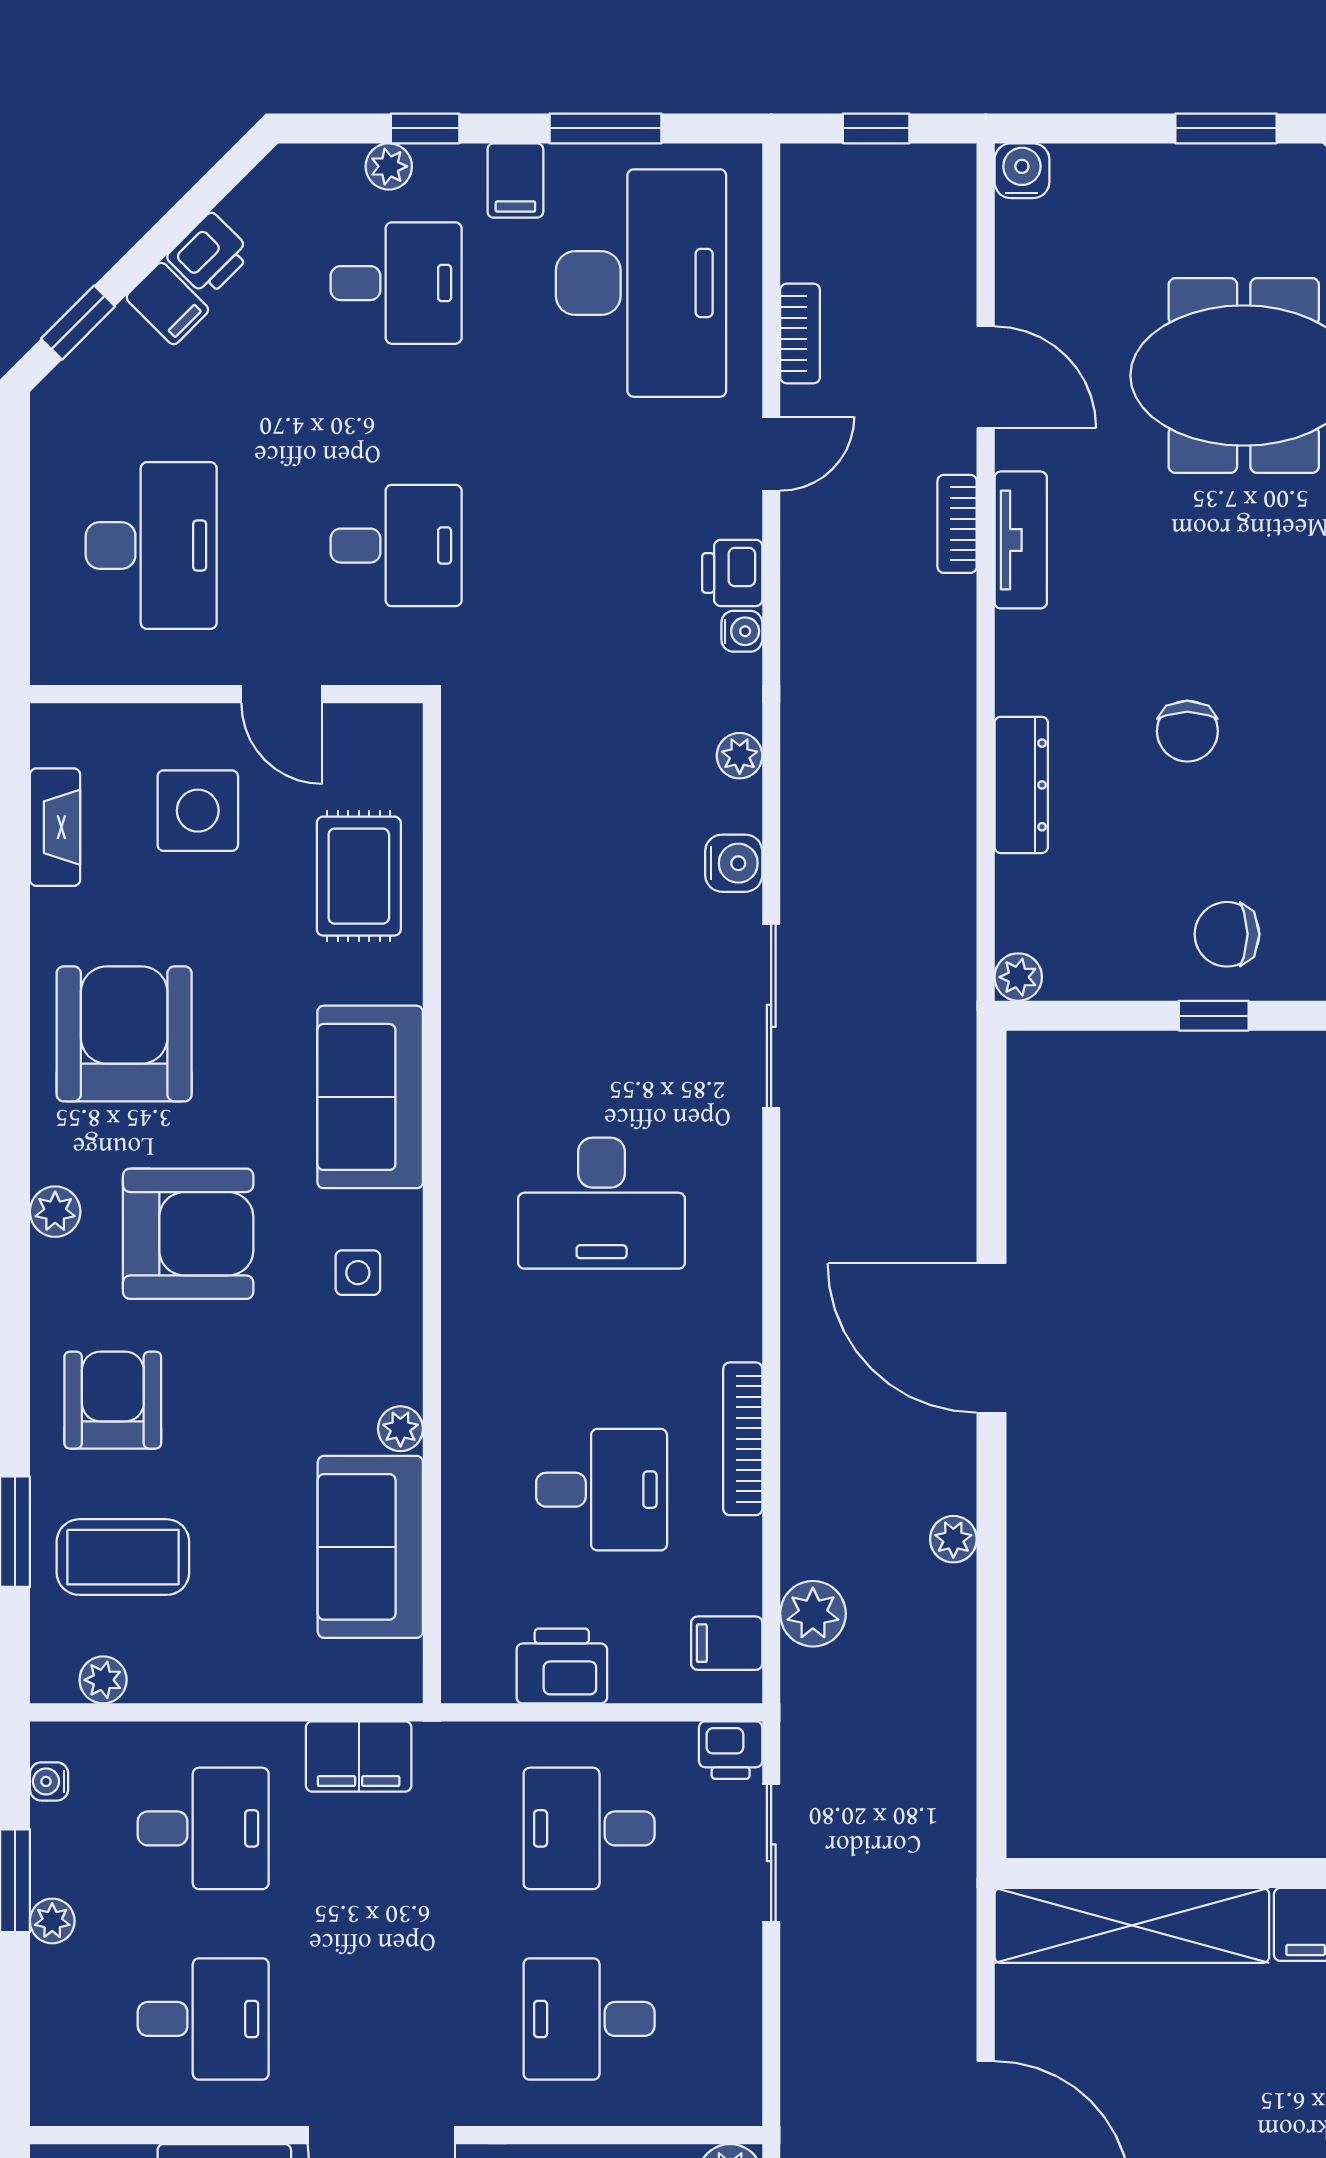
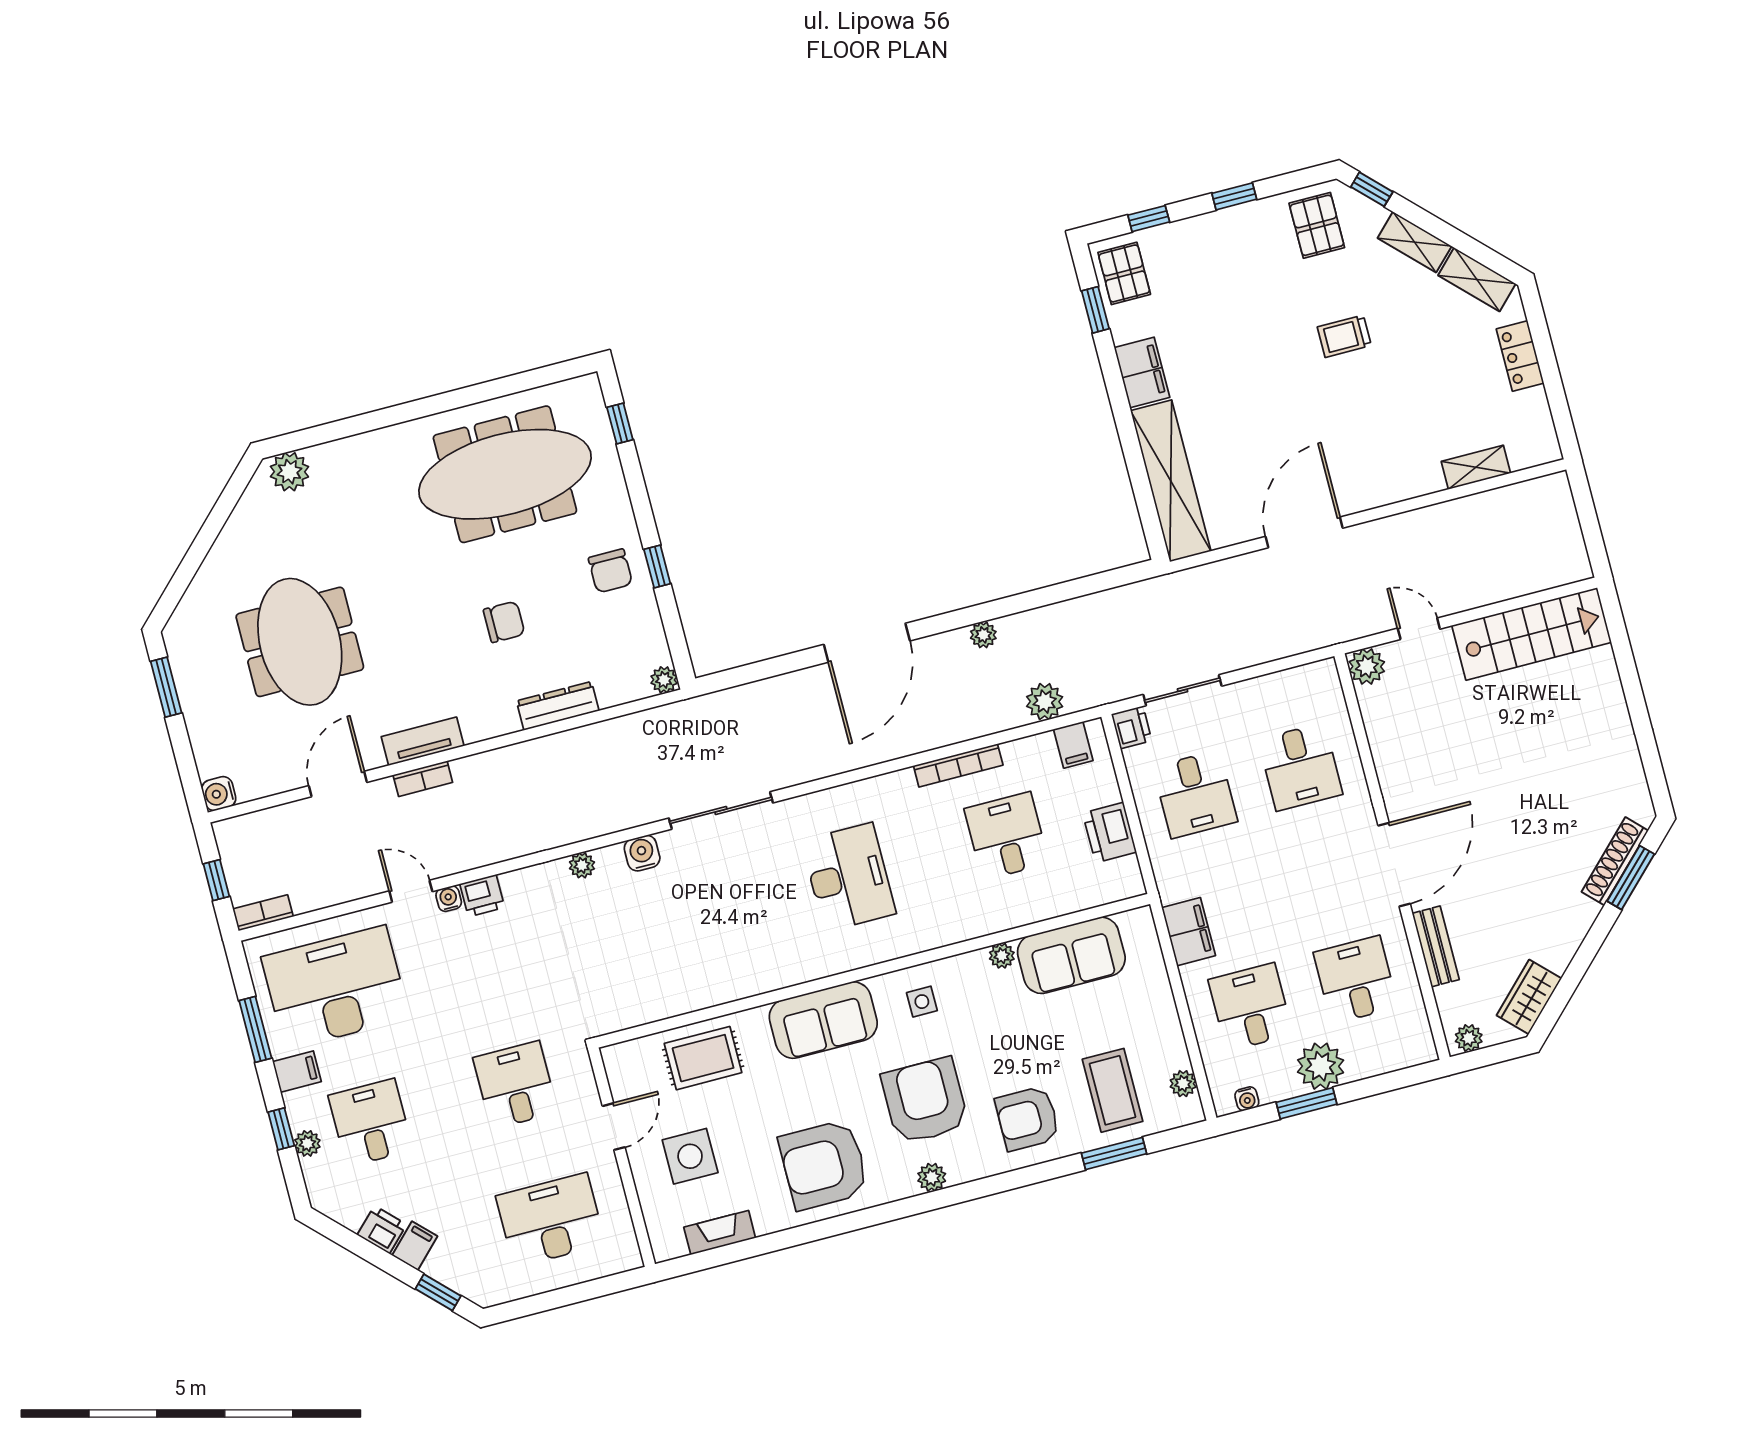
bookcase: (800, 334) -> (263, 913), moved
water cooler: (742, 631) -> (449, 899), moved
plant: (52, 1921) -> (1321, 1066), width x1.88, depth x1.88

